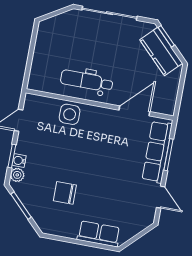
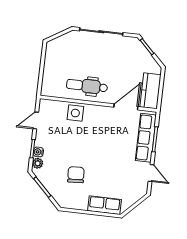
kitchen counter: (161, 52) -> (150, 91), moved, turned 45
chair: (65, 193) -> (76, 175), turned 87

